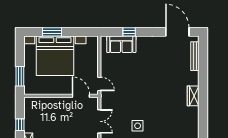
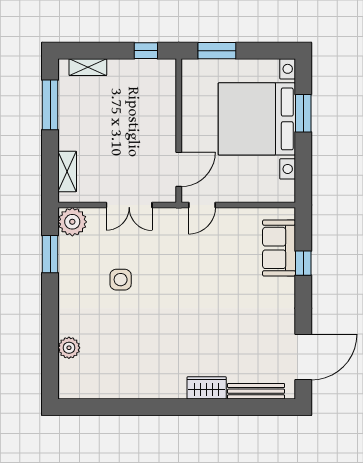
wardrobe: (193, 96) -> (207, 388), moved
window: (20, 125) -> (146, 51), moved

